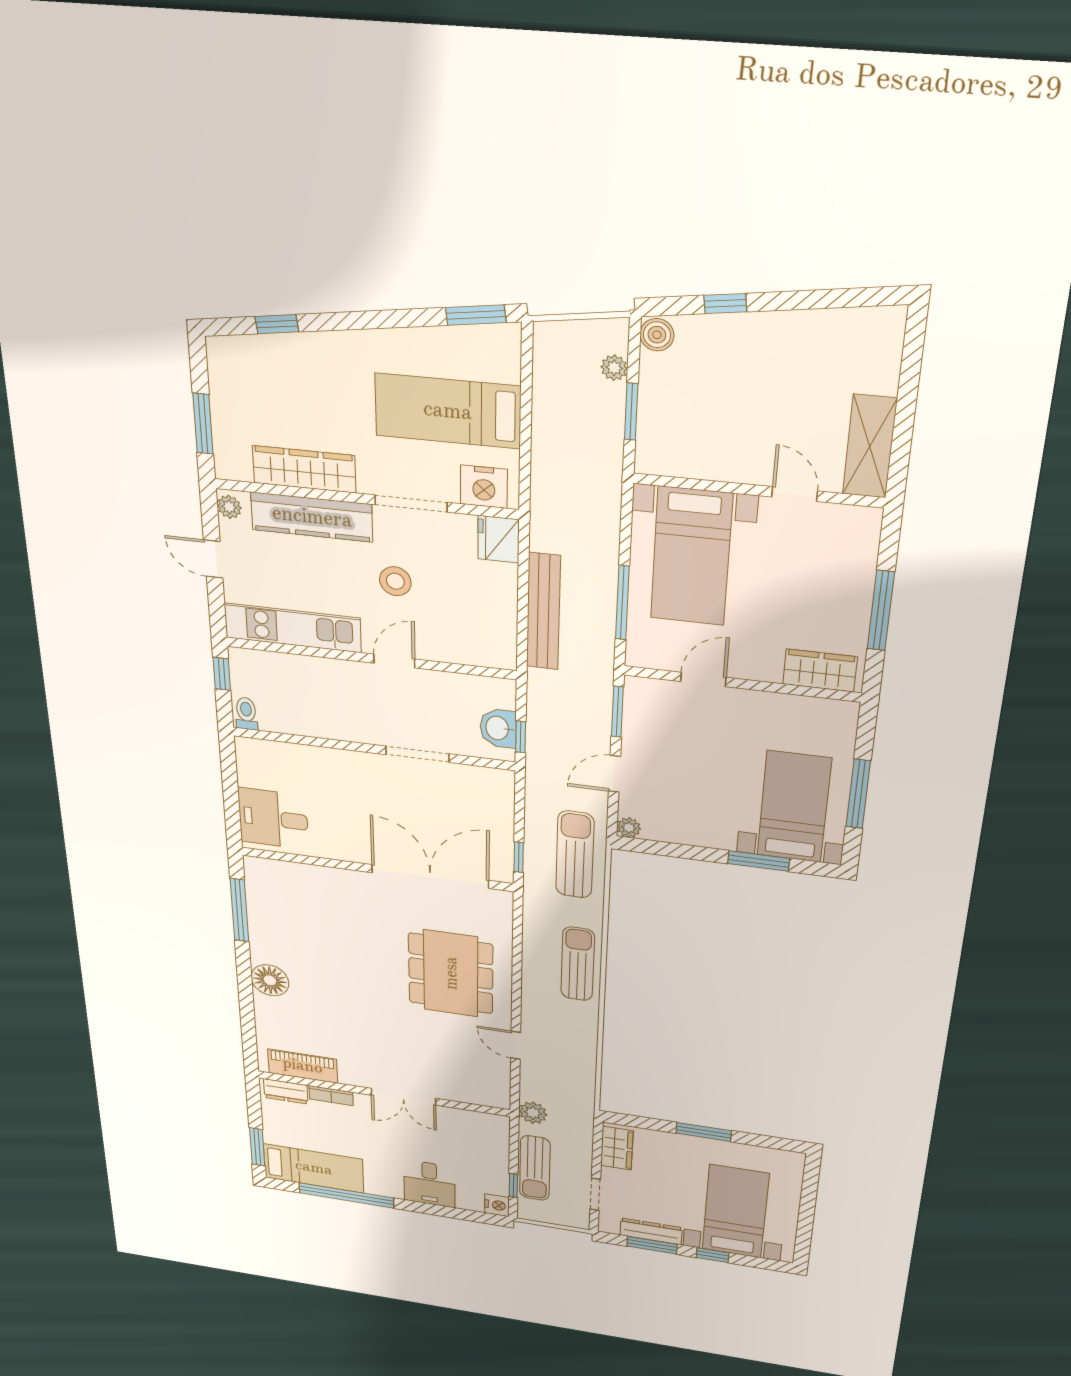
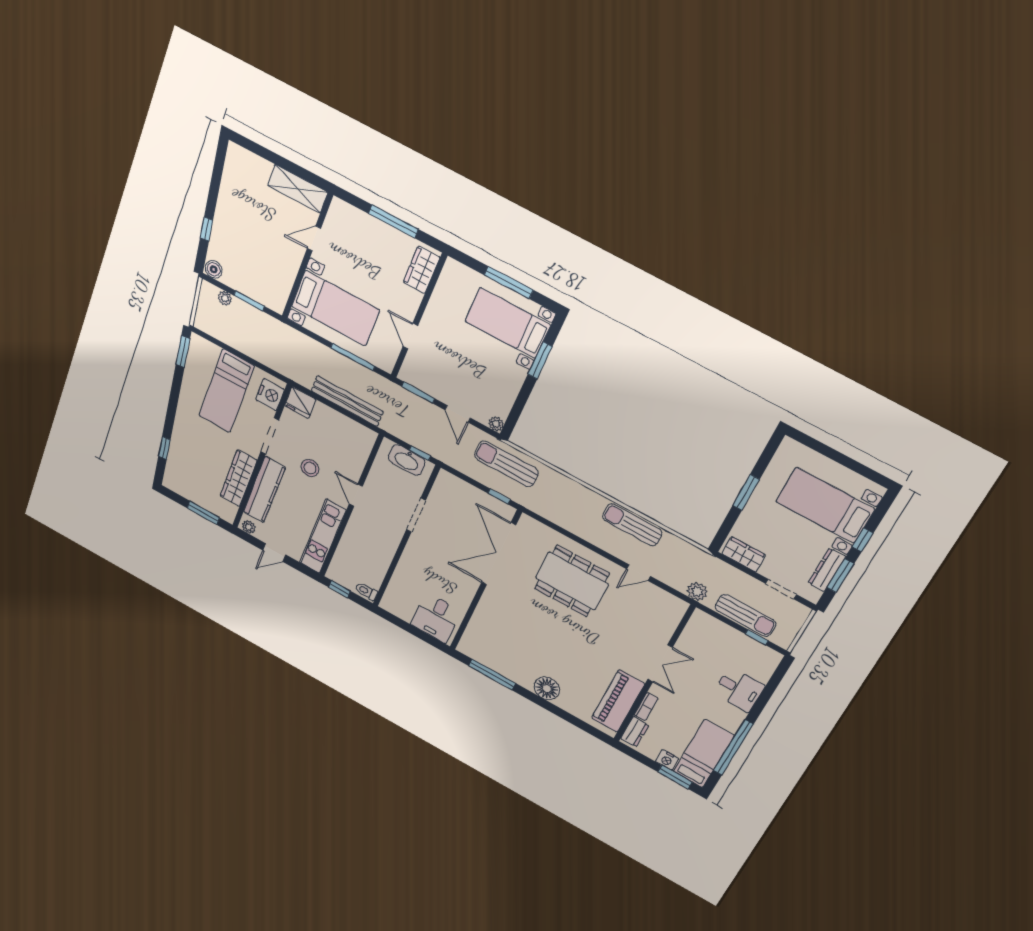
washbasin: (498, 728) -> (407, 460), width x1.38
sun lounger: (578, 964) -> (632, 525), moved
piano: (303, 1066) -> (618, 701), width x1.37, depth x1.33
nightstand: (497, 1205) -> (667, 760), moved, turned 180

